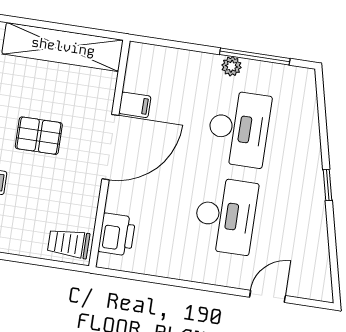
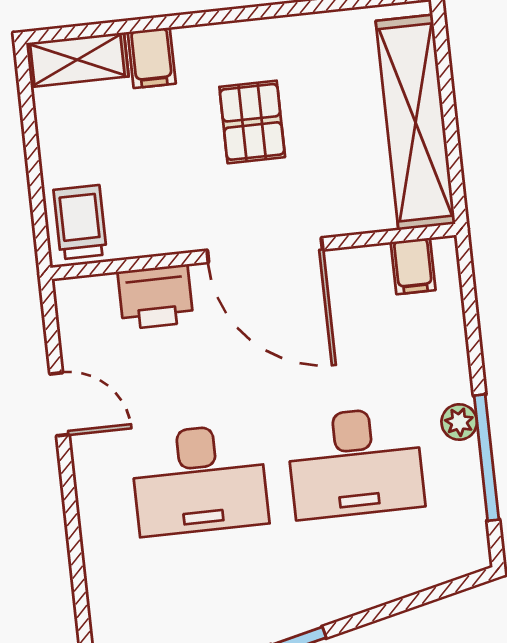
filing cabinet: (135, 105) -> (413, 266), moved
printer: (117, 234) -> (155, 297), moved
door: (267, 296) -> (59, 404), moved

